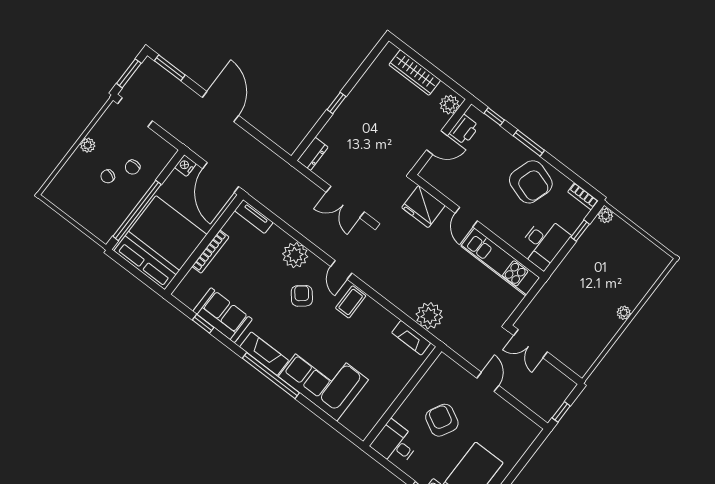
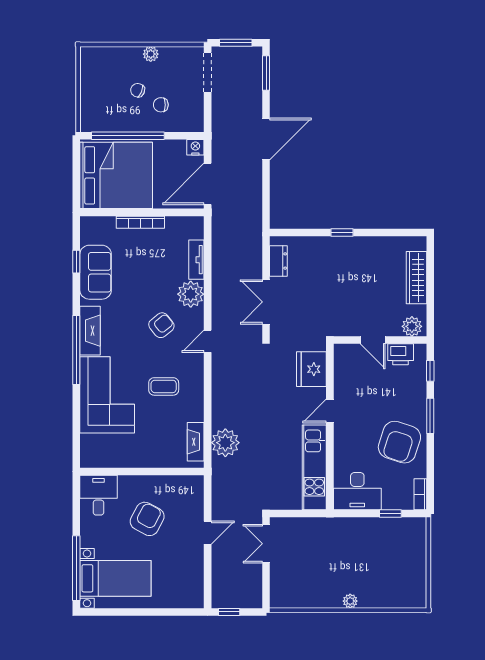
dresser: (313, 154) -> (278, 261), moved, turned -90
plant: (606, 216) -> (419, 525), removed
tv unit: (254, 217) -> (196, 260), moved
coffee table: (351, 302) -> (164, 386), moved

